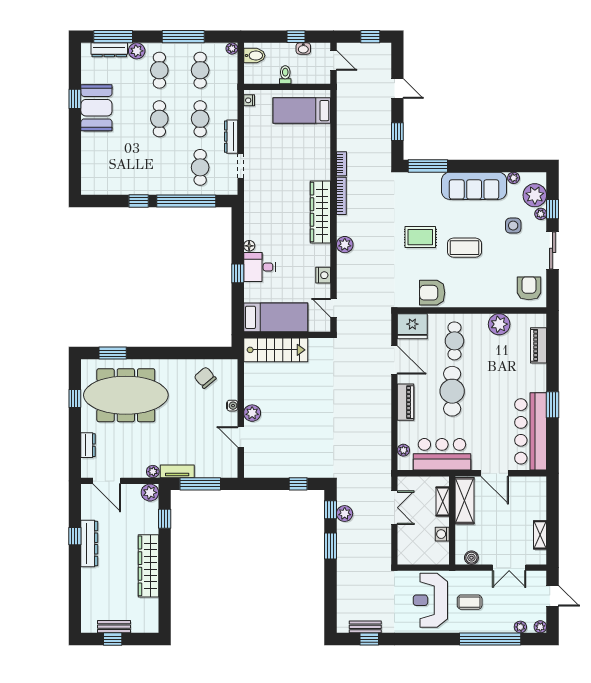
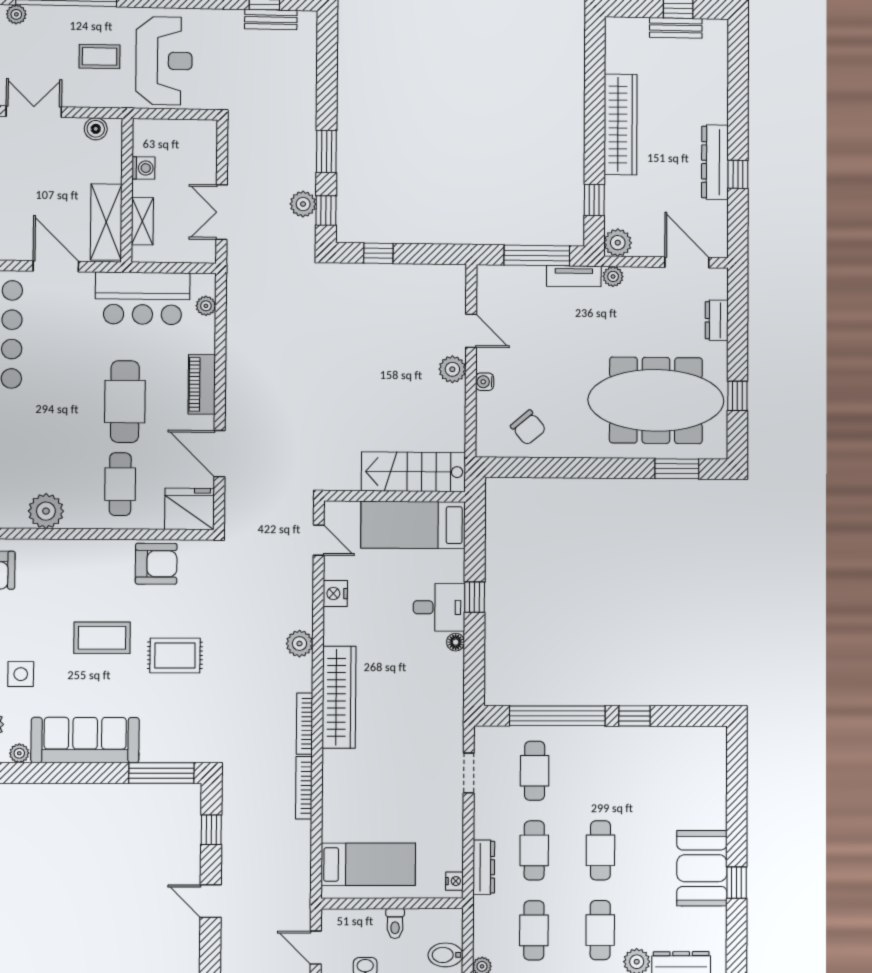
dresser: (231, 137) -> (484, 867), moved
bookcase: (341, 164) -> (304, 788), width x1.56

